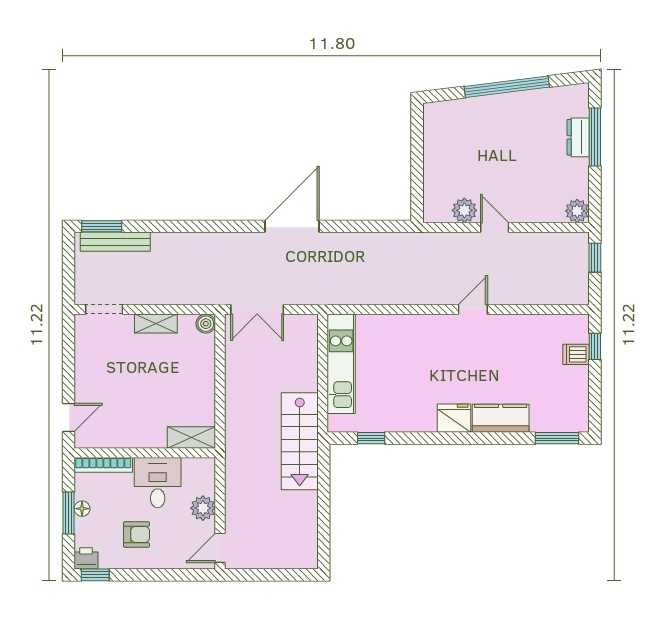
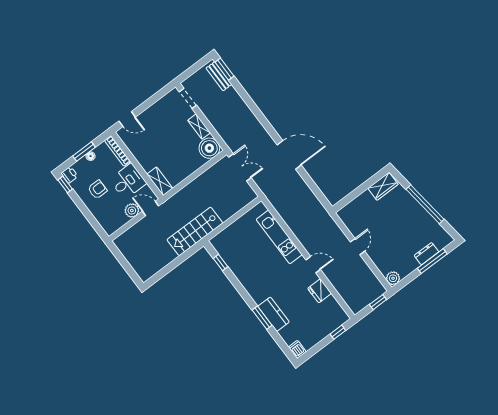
wardrobe: (436, 127) -> (383, 186), added
plant: (464, 210) -> (355, 227), removed
bench: (115, 242) -> (219, 76), width x0.73
double door: (257, 309) -> (240, 167), swing flipped
boiler: (206, 324) -> (209, 148), width x1.86, depth x1.86
dishwasher: (576, 354) -> (297, 349), moved
kitchen unit: (341, 364) -> (279, 237), moved, turned 90
fridge: (454, 418) -> (320, 291), moved, turned 180
window: (557, 438) -> (262, 318), moved
armchair: (137, 534) -> (97, 189), turned -90
door: (220, 548) -> (150, 209), moved

